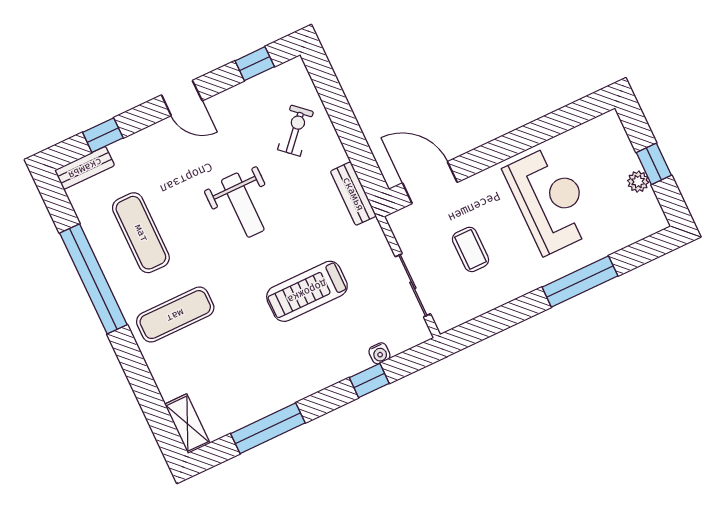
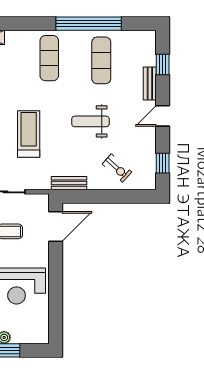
bench: (85, 168) -> (150, 83), moved
exercise mat: (141, 233) -> (101, 60), turned 90

